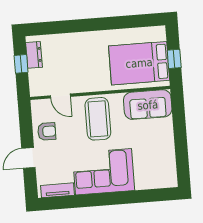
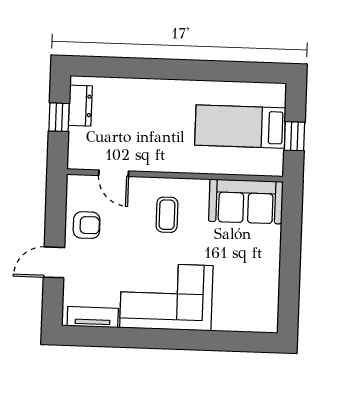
bed: (139, 63) -> (240, 127), width x0.67
coffee table: (98, 119) -> (167, 215), width x0.54, depth x0.58

